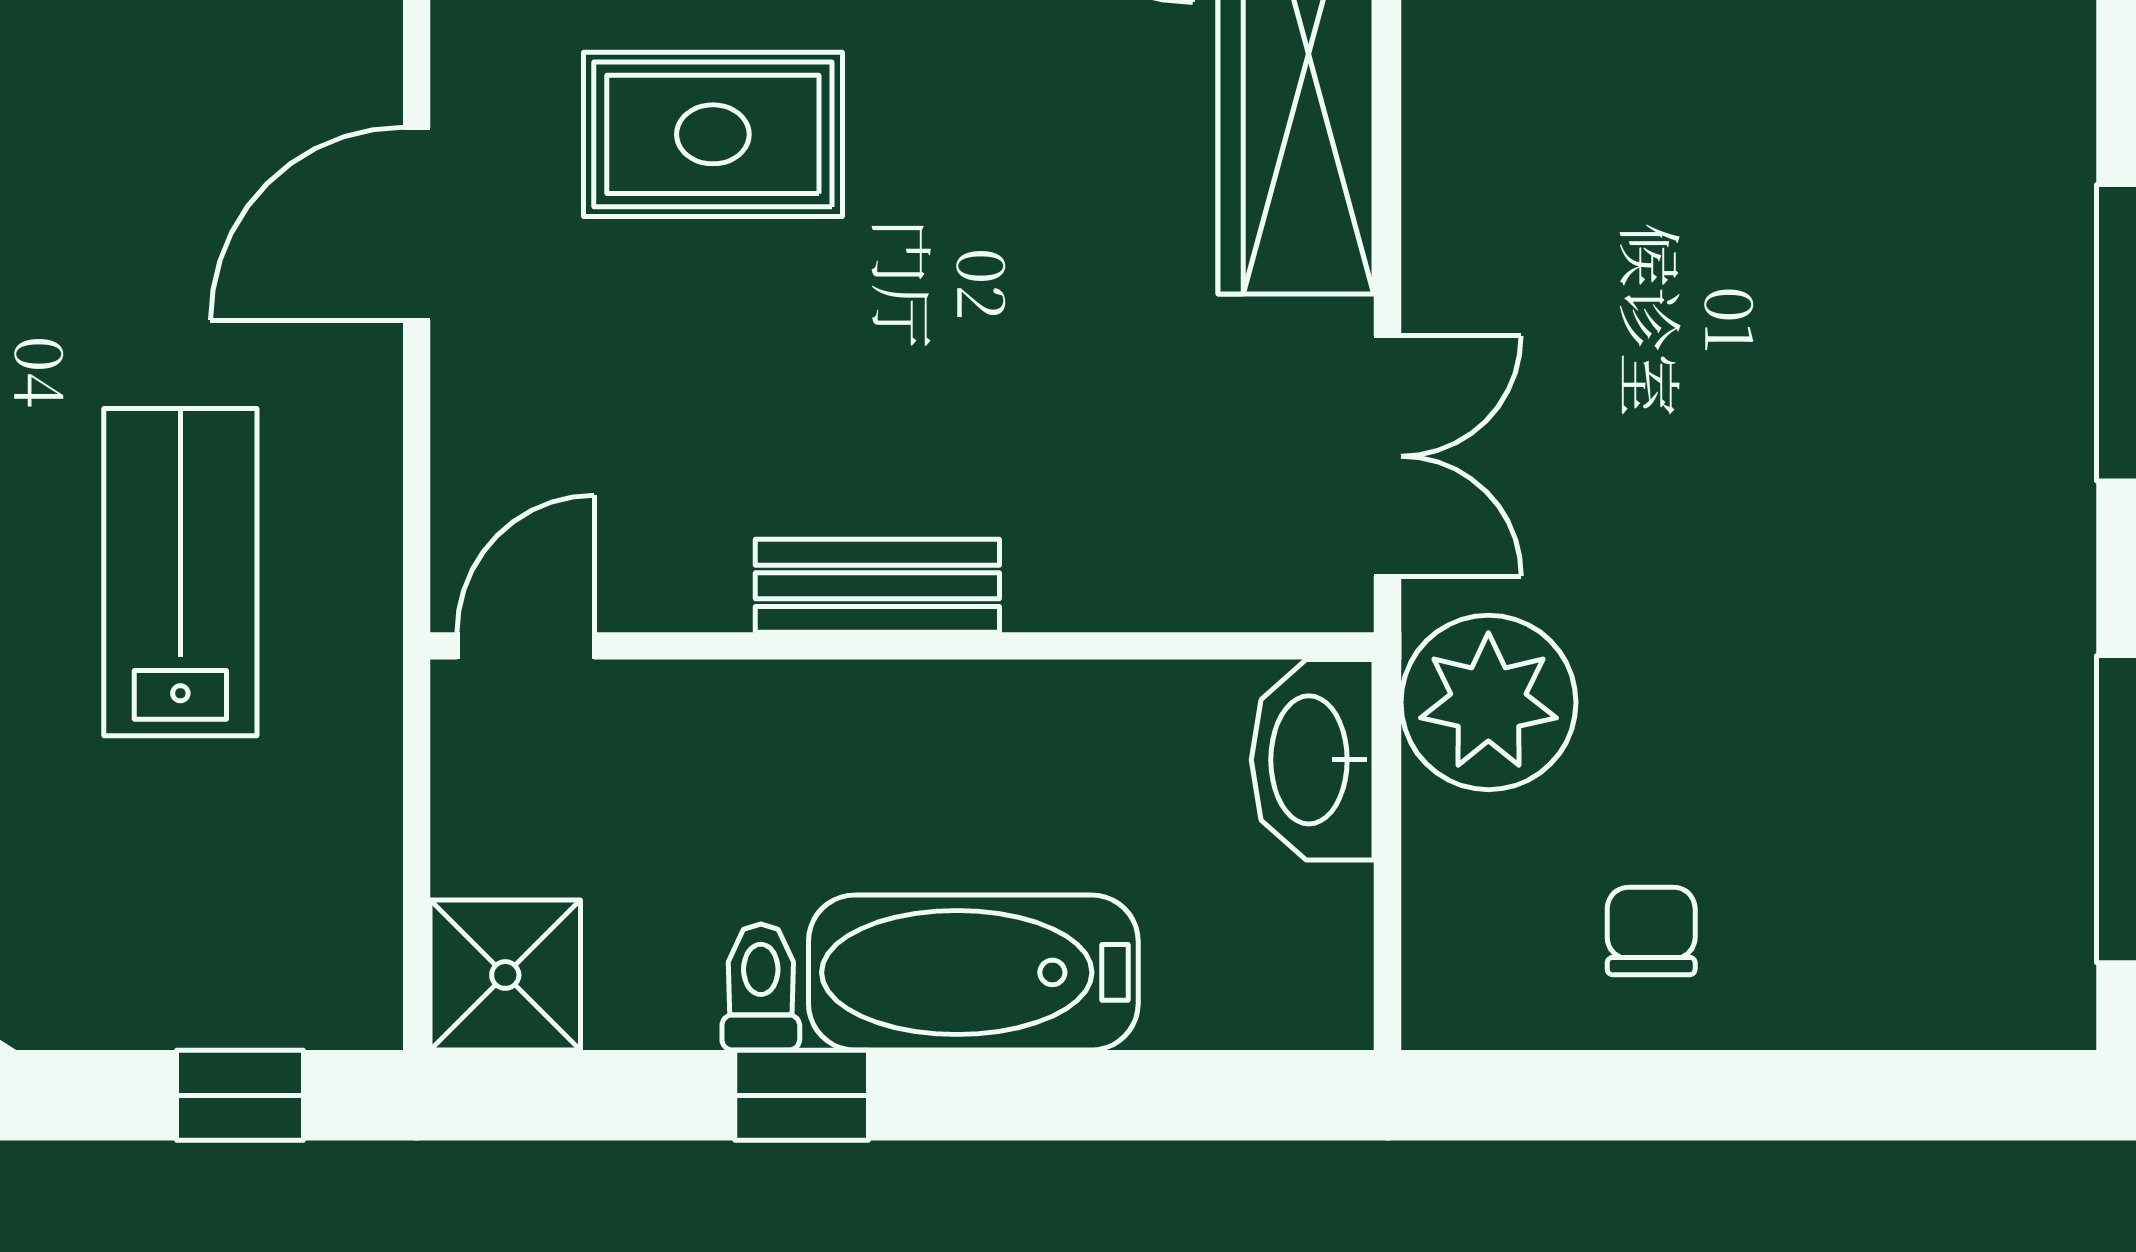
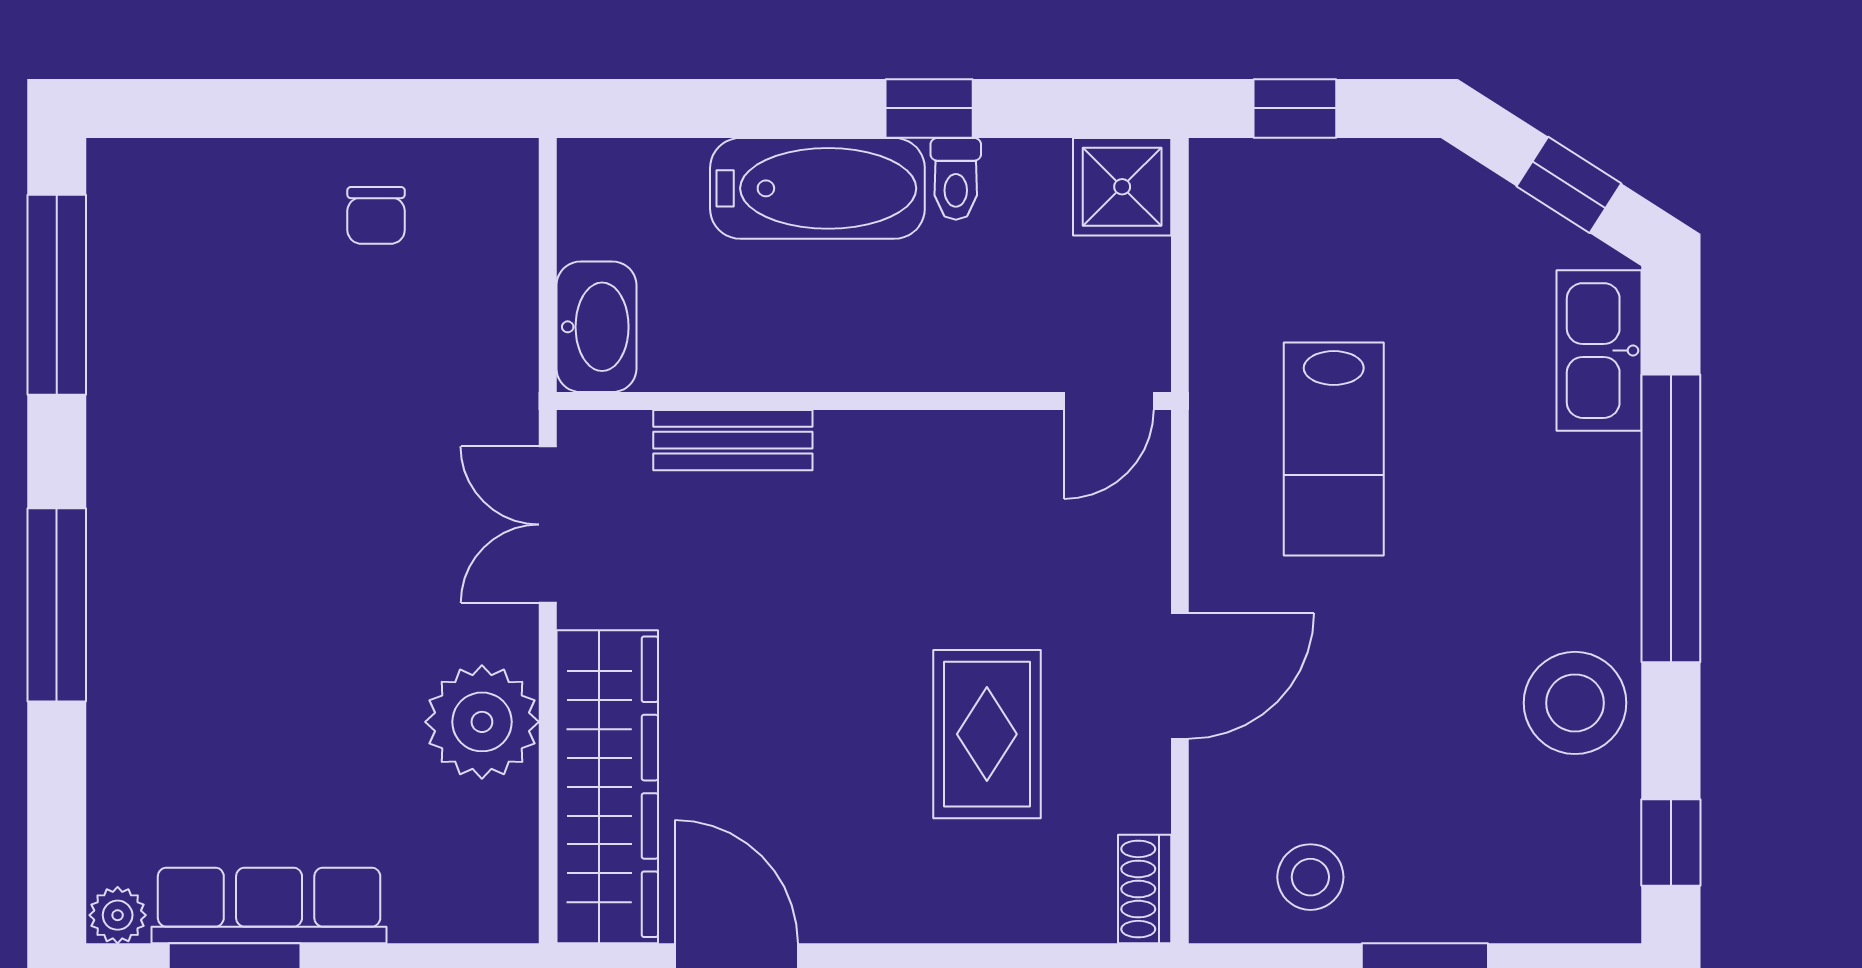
rug: (713, 134) -> (987, 734), turned 90
bench: (877, 586) -> (733, 440), moved
plant: (1488, 702) -> (482, 722), moved

